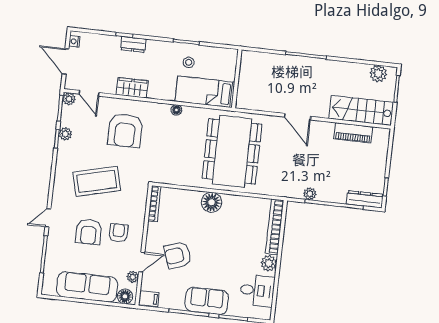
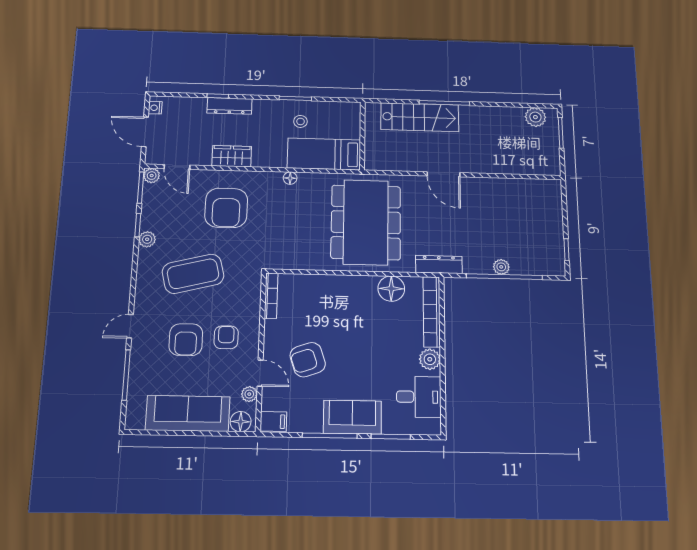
dresser: (133, 44) -> (230, 106), width x1.44
stairs: (361, 110) -> (420, 117), moved, turned 180
piano: (353, 133) -> (516, 188), removed
plant: (65, 134) -> (147, 239), moved
plant: (310, 194) -> (501, 267), moved
dresser: (365, 199) -> (439, 264), moved
floor lamp: (212, 202) -> (391, 289), moved
door: (142, 262) -> (260, 373), hinge flipped

